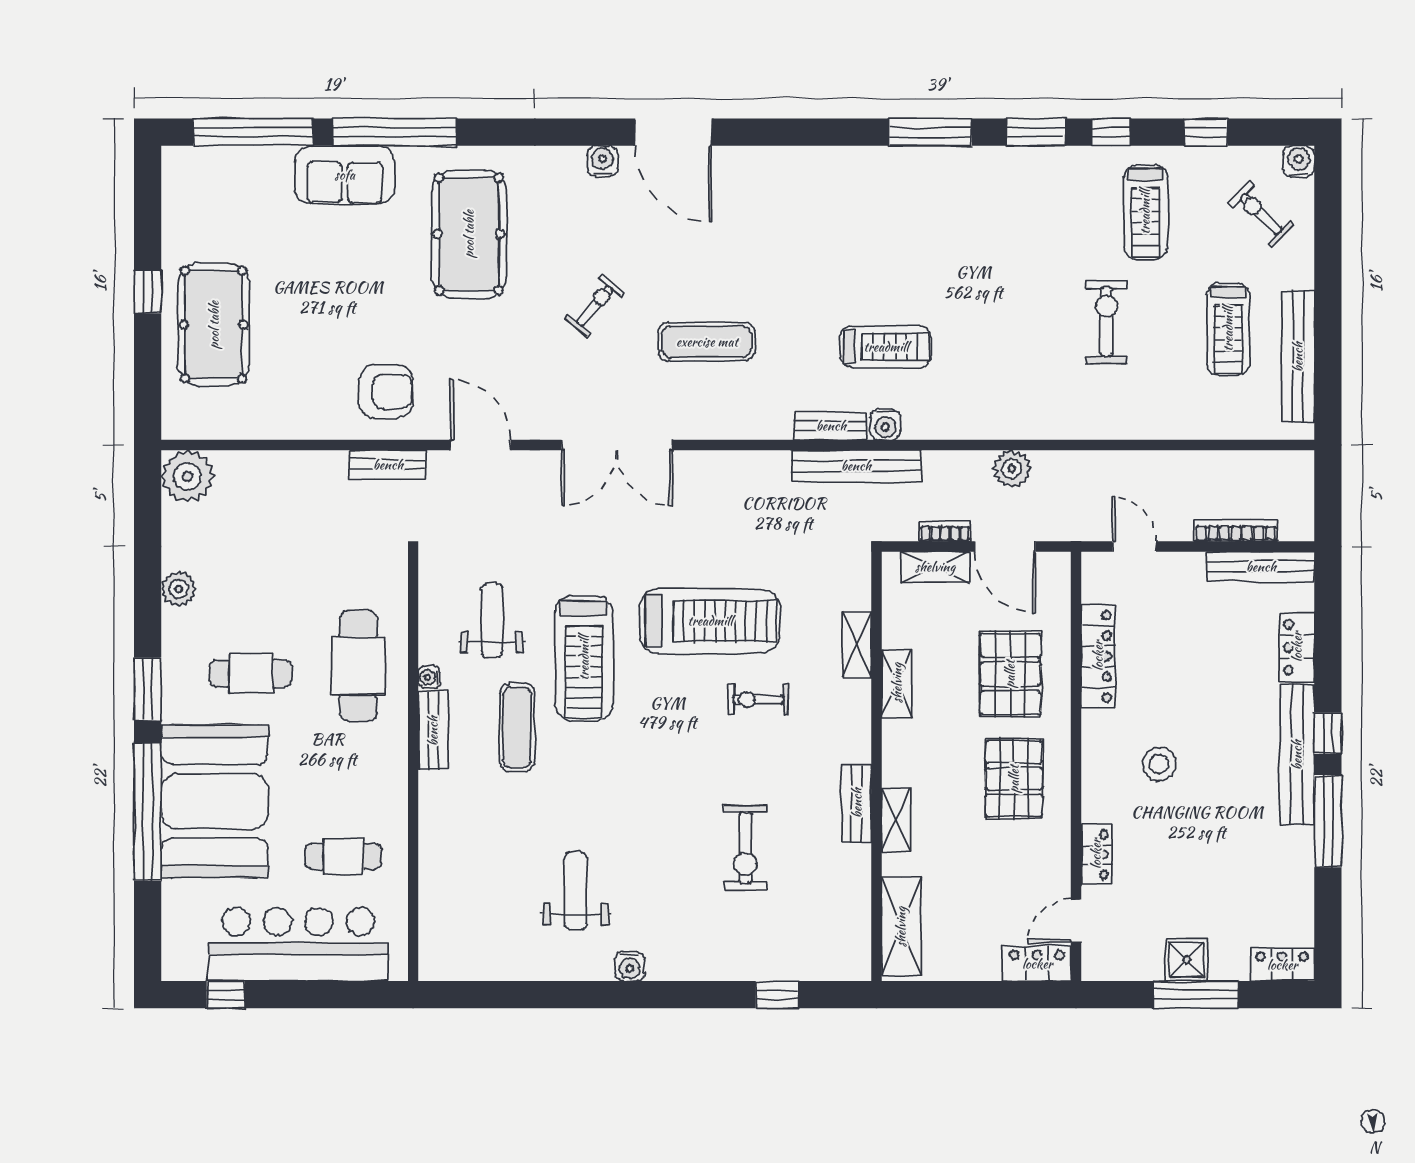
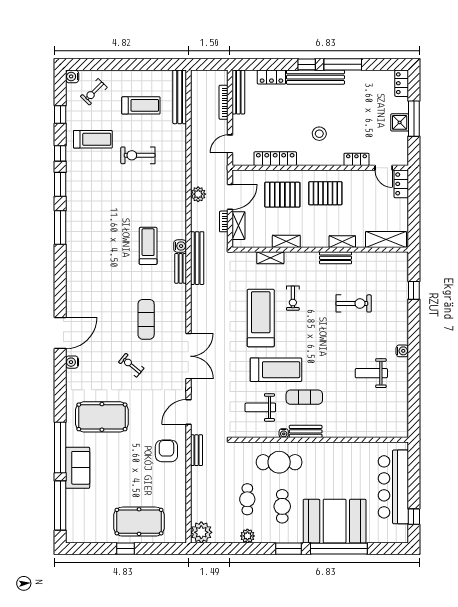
bench: (1298, 357) -> (180, 97), moved, turned 90
cafe table: (344, 856) -> (247, 499), moved

